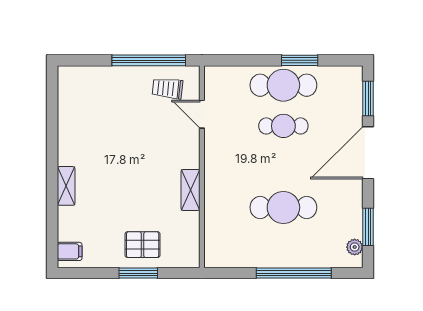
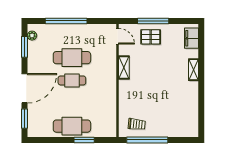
window: (300, 60) -> (84, 140), moved
door: (202, 114) -> (118, 36), moved
cafe table: (283, 126) -> (72, 80), moved
filing cabinet: (70, 251) -> (192, 38), width x2.00
window: (138, 273) -> (153, 21), width x1.44

